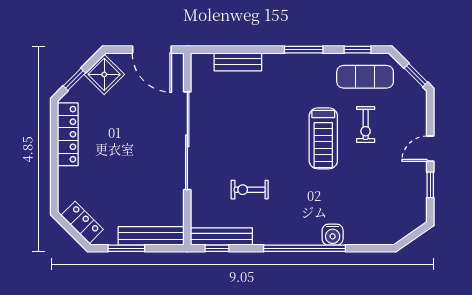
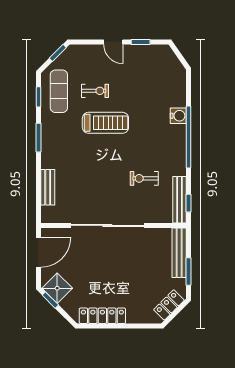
window: (74, 79) -> (50, 300), moved
exercise bike: (250, 190) -> (144, 178), turned 90

